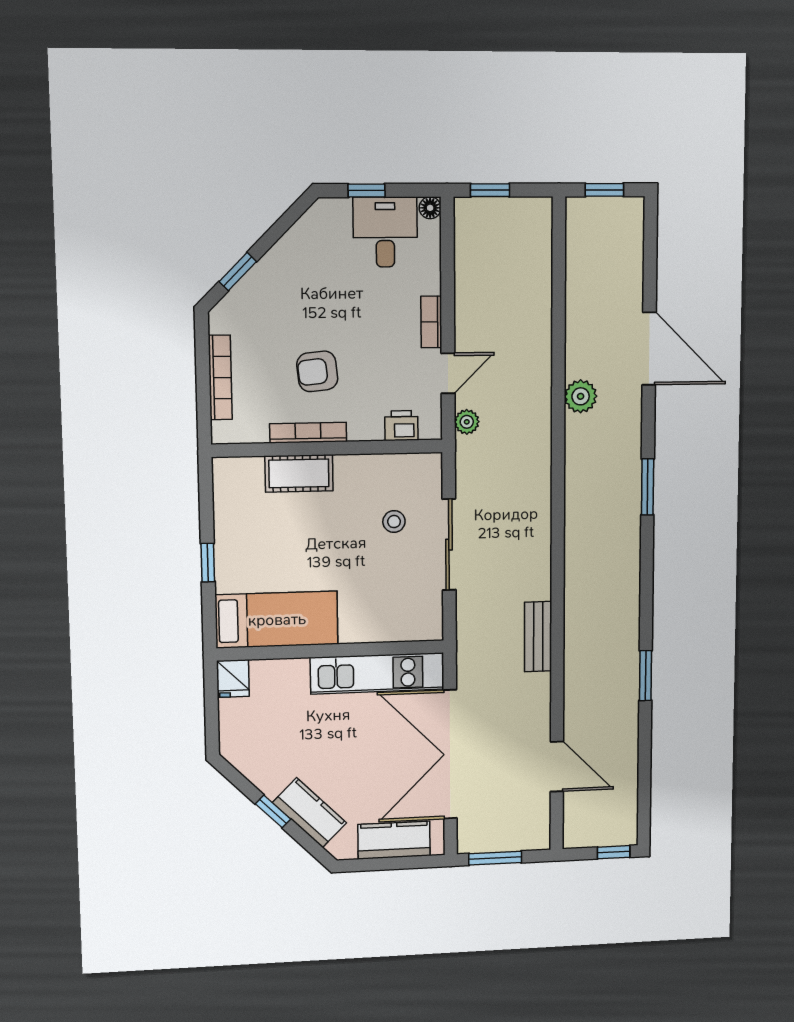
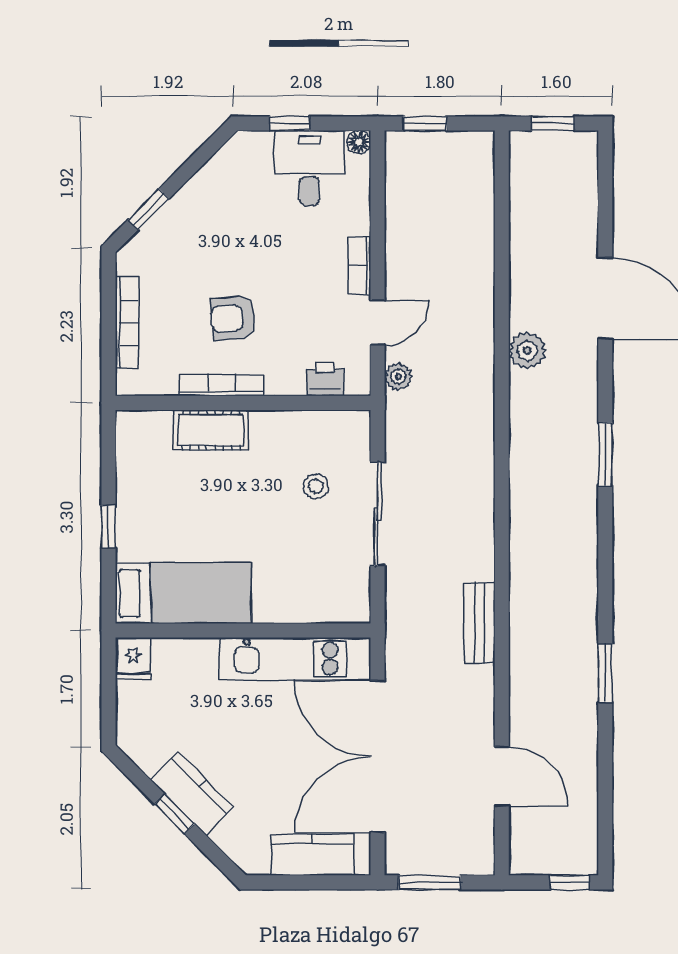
kitchen counter: (310, 813) -> (192, 794), moved

